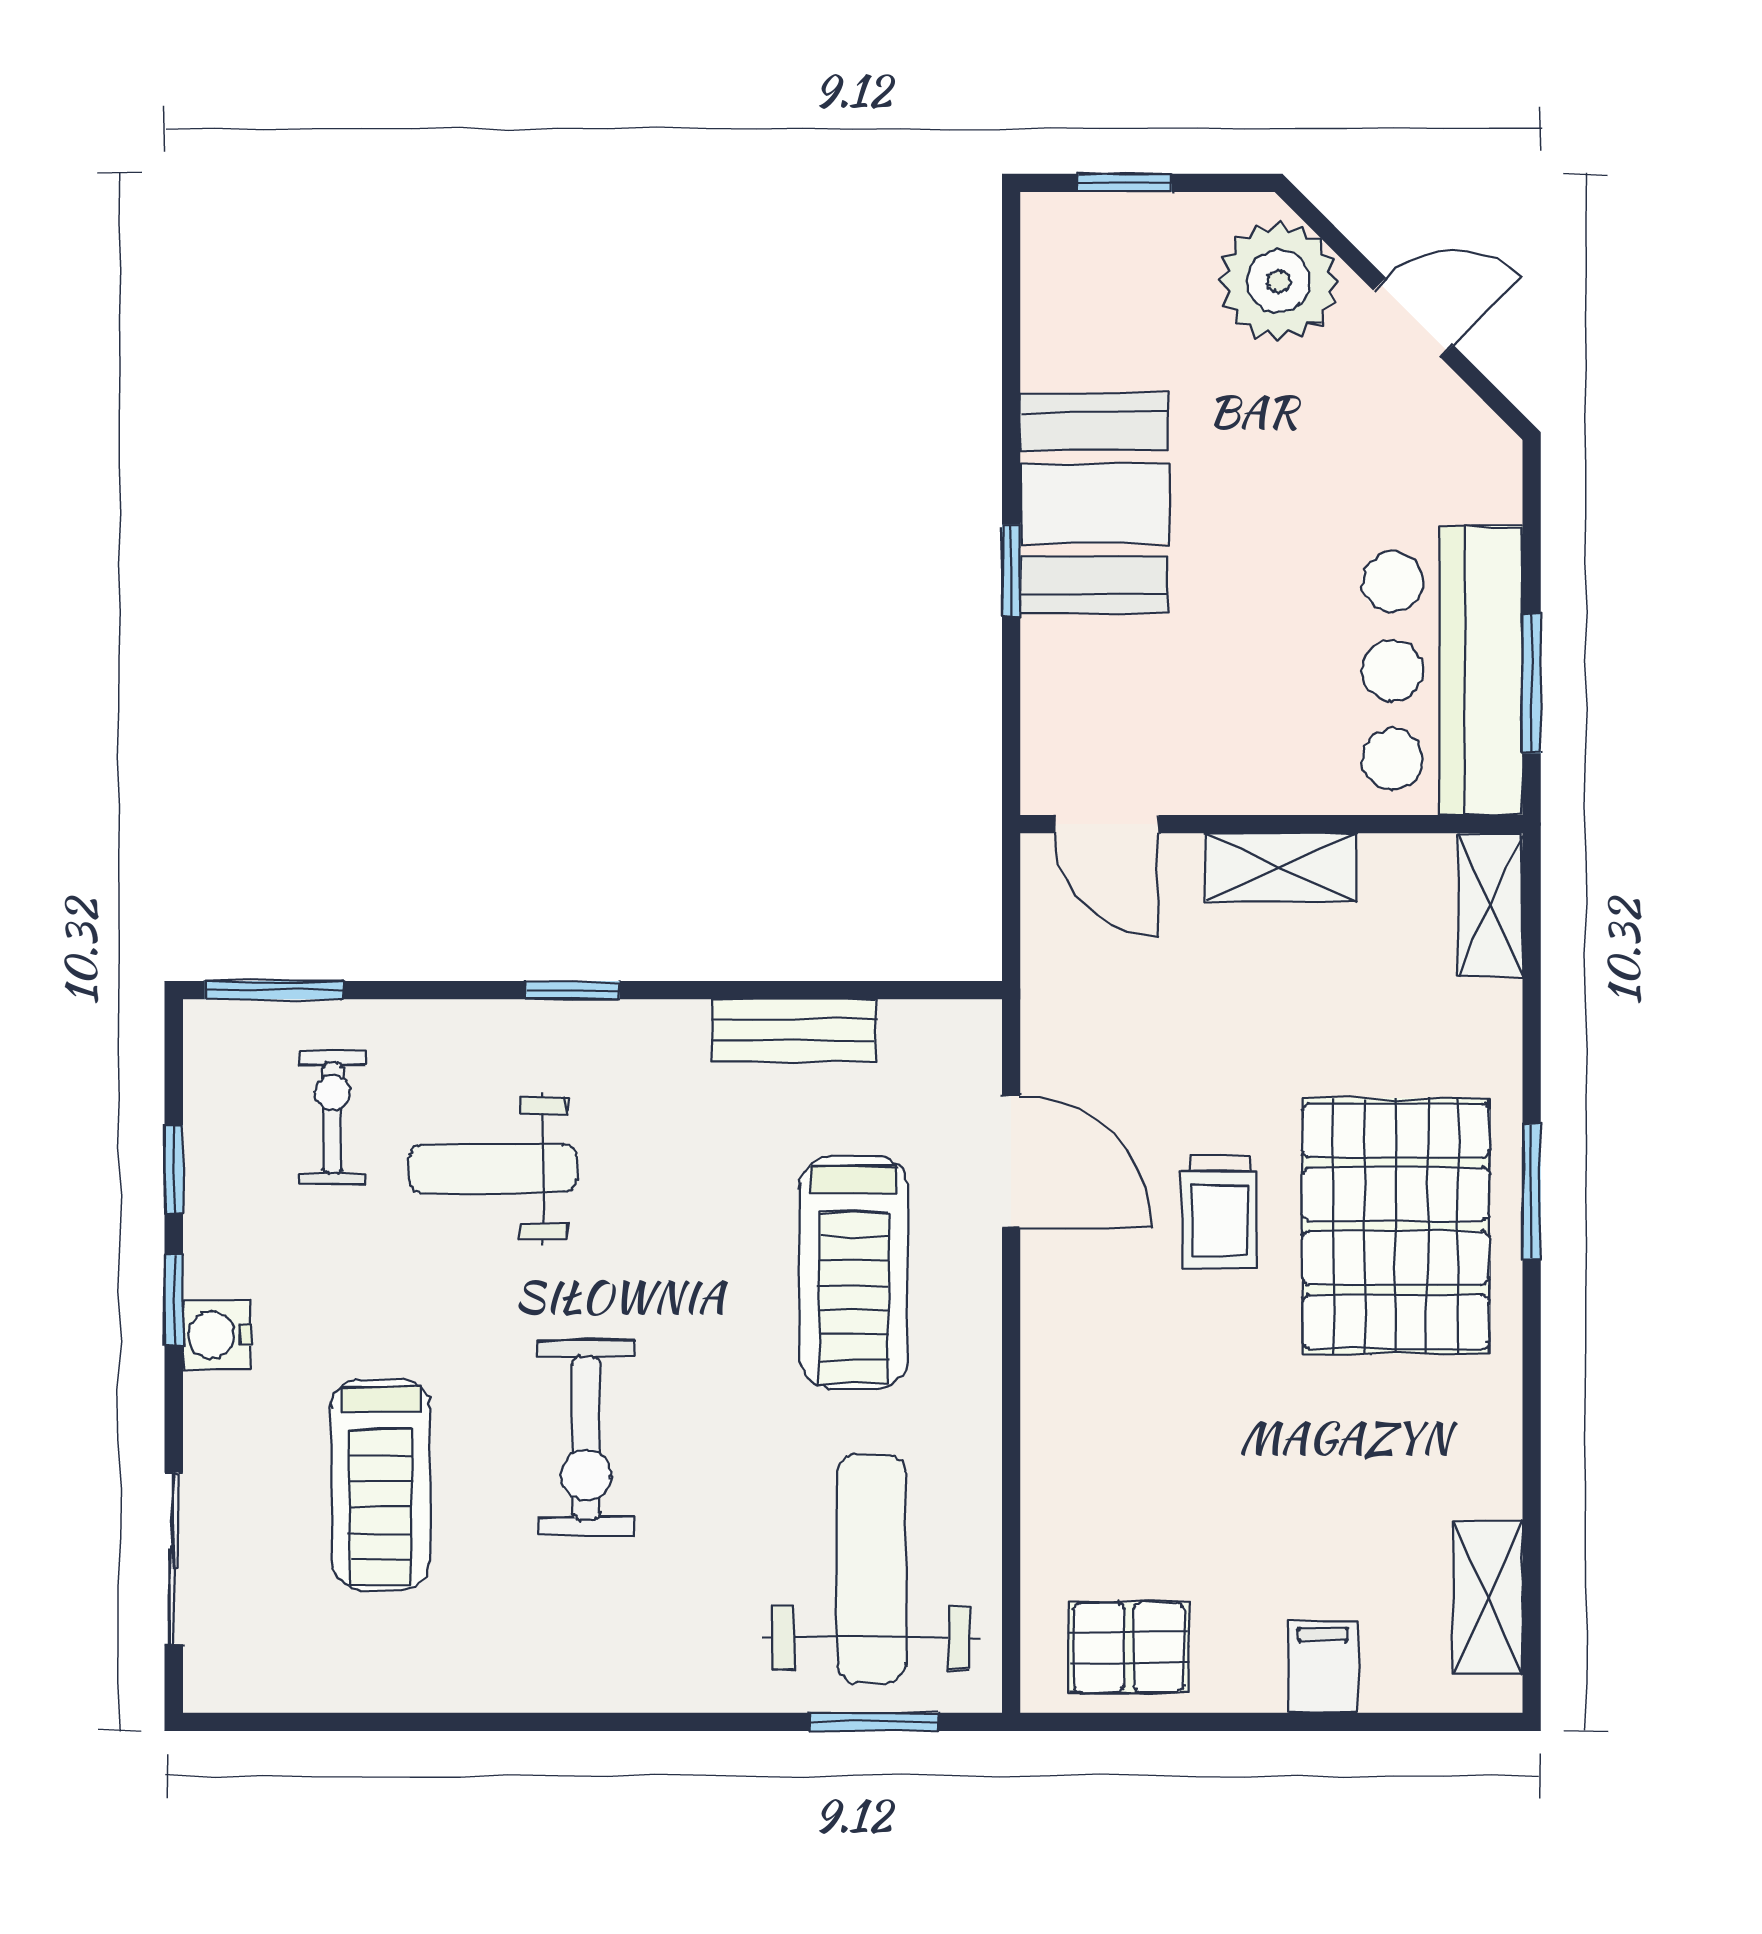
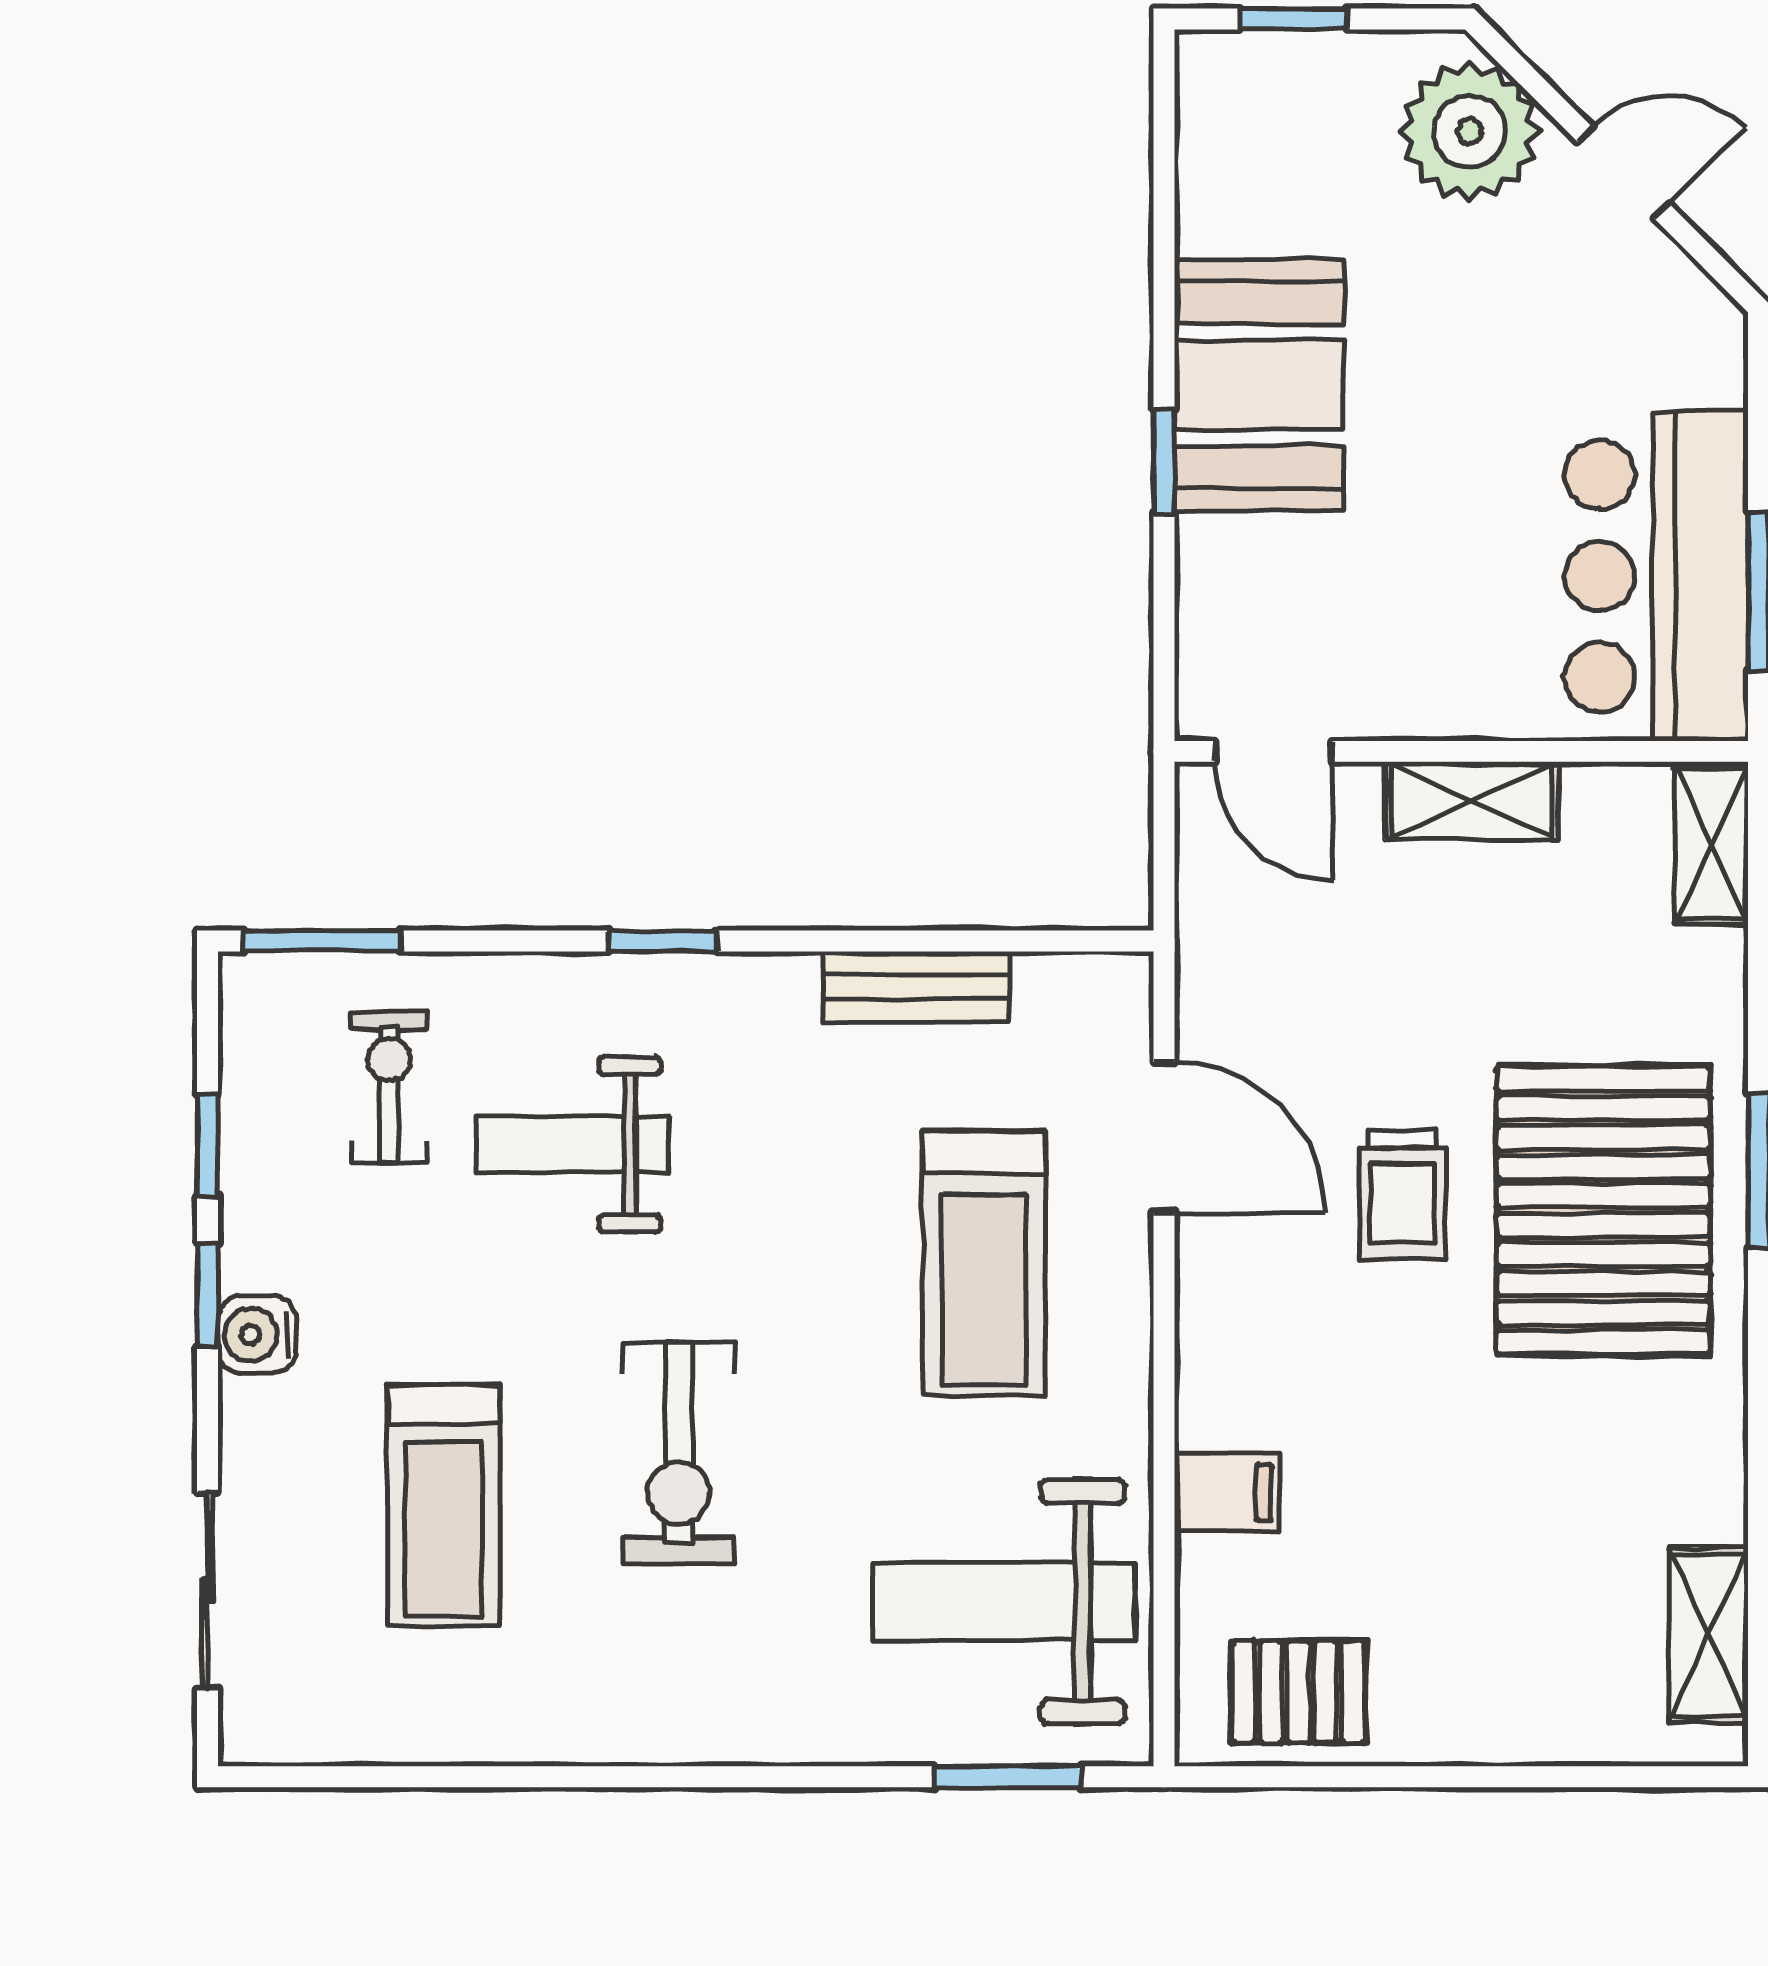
weight bench: (871, 1569) -> (1004, 1602), turned -90
filing cabinet: (1323, 1667) -> (1227, 1492), moved, turned 90

